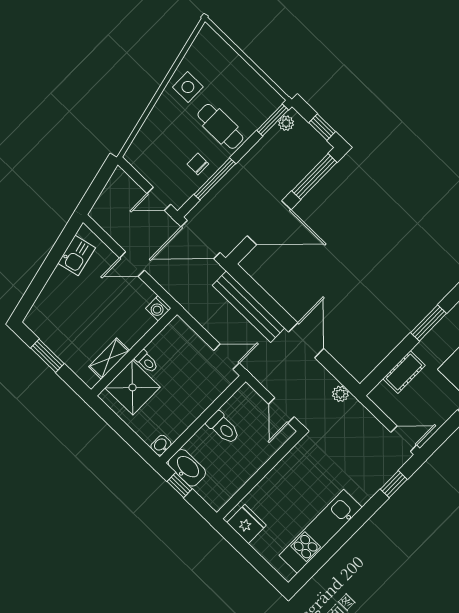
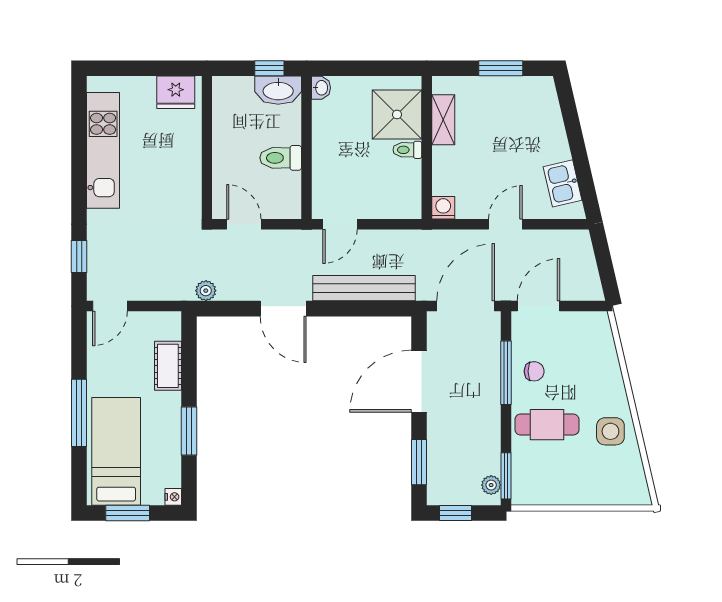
window: (314, 177) -> (419, 462), width x0.69
door: (159, 199) -> (538, 306), width x1.38

